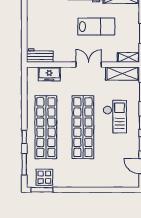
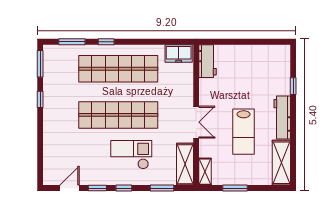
freezer: (49, 74) -> (179, 53), moved, turned -90
checkout: (115, 117) -> (131, 155), turned 180
display table: (44, 177) -> (56, 67), removed
window: (70, 190) -> (40, 99), added

